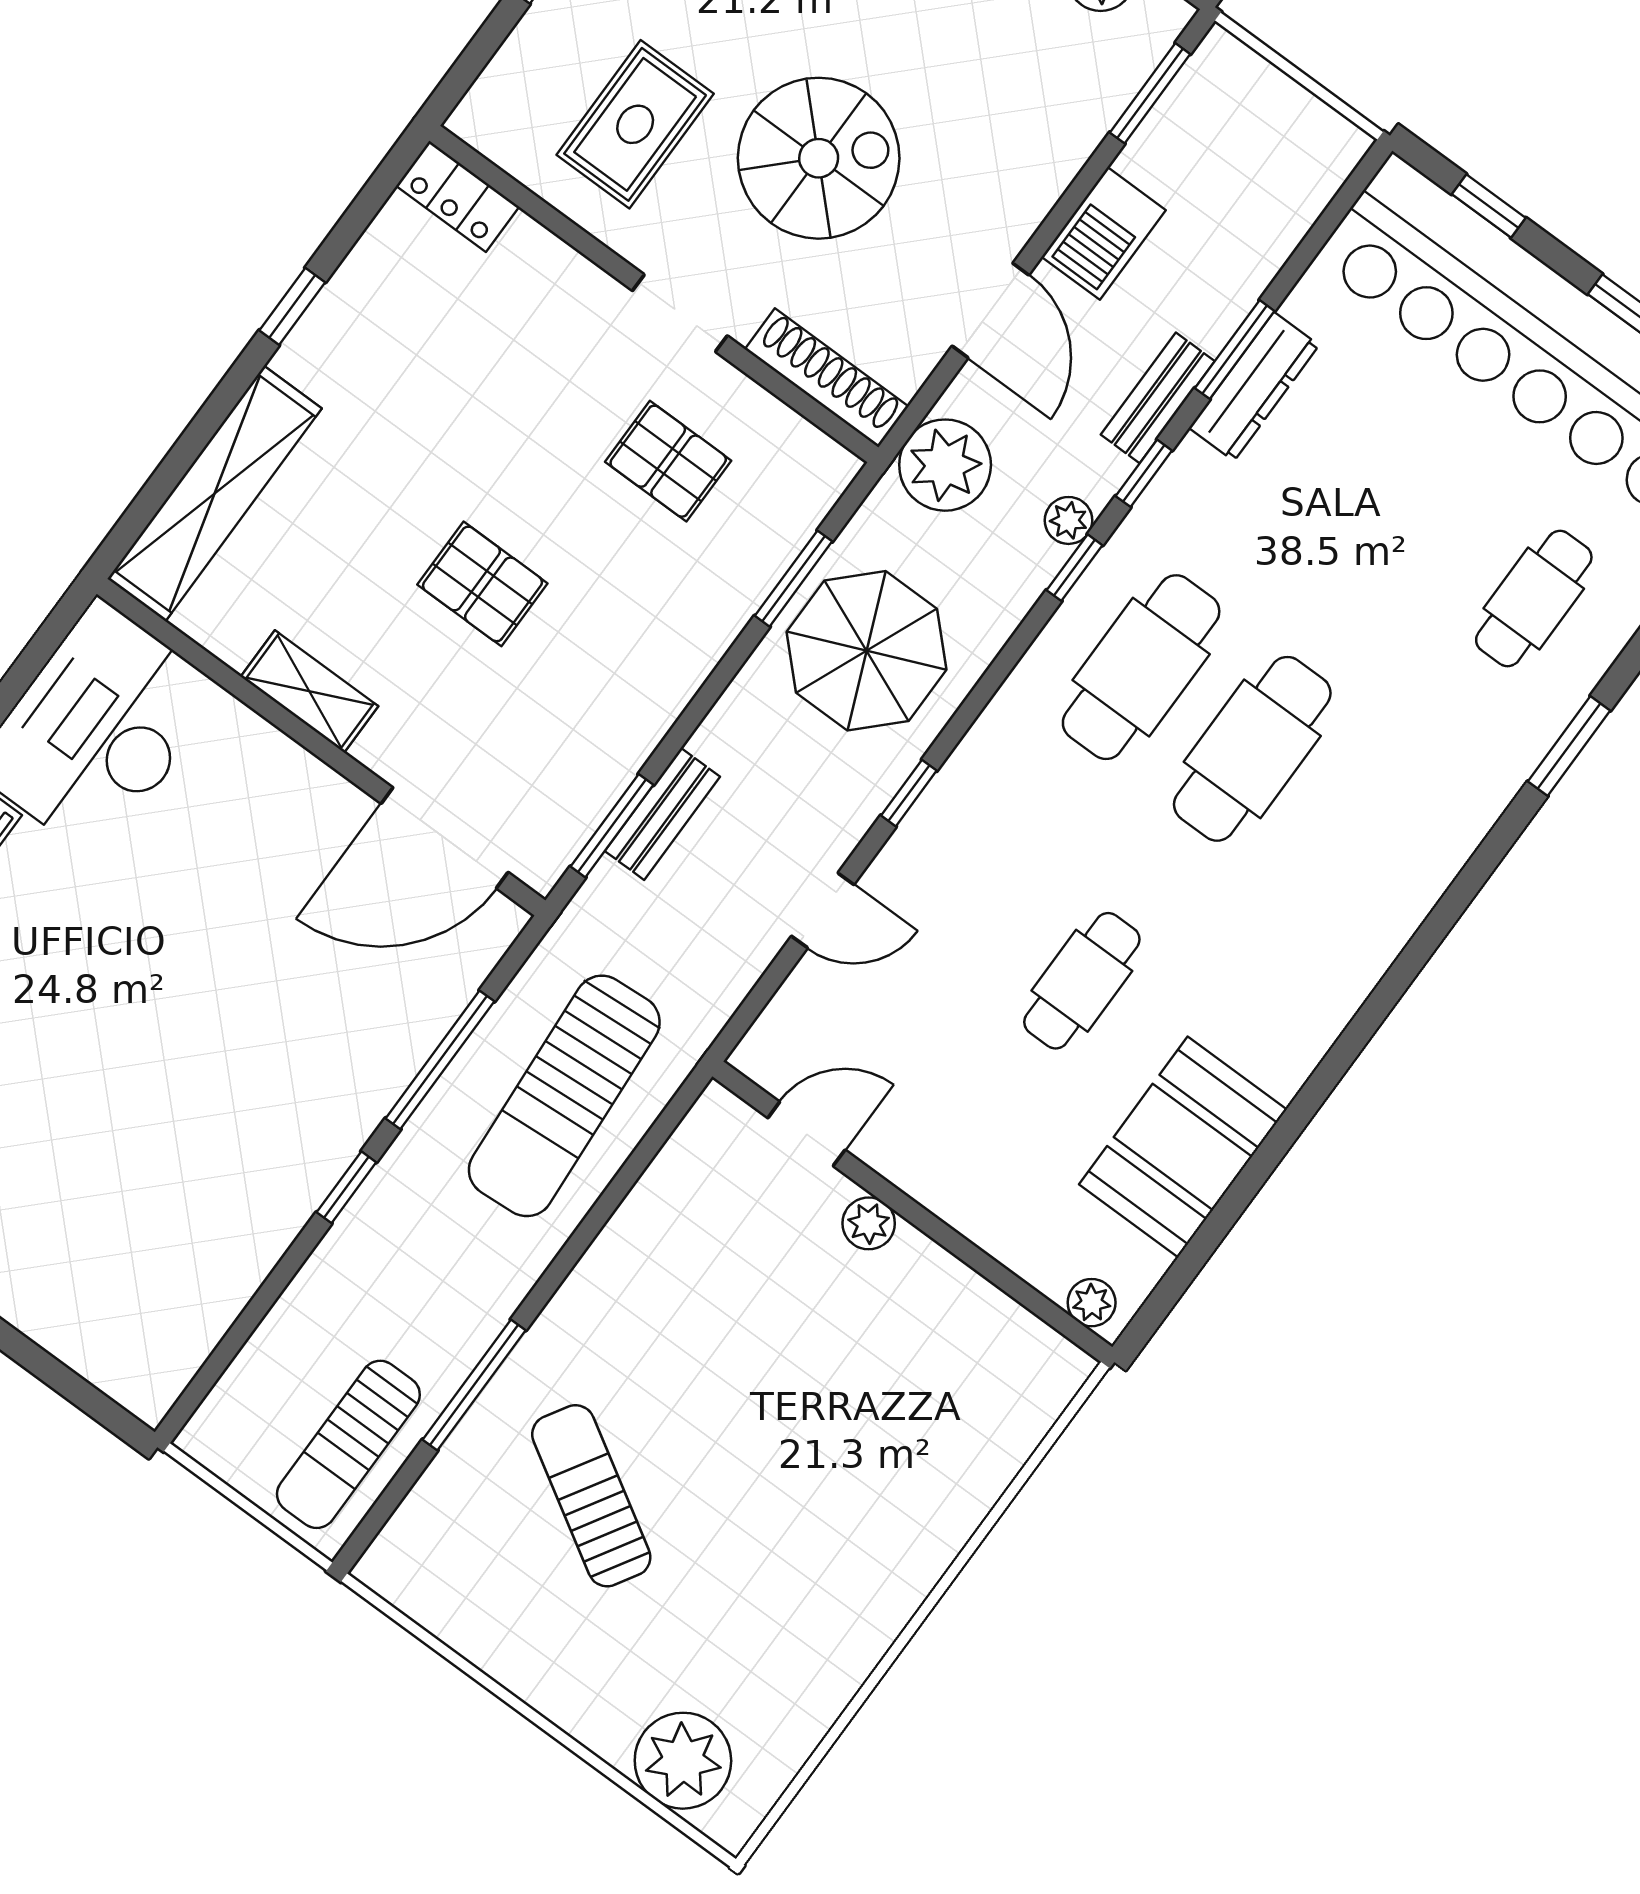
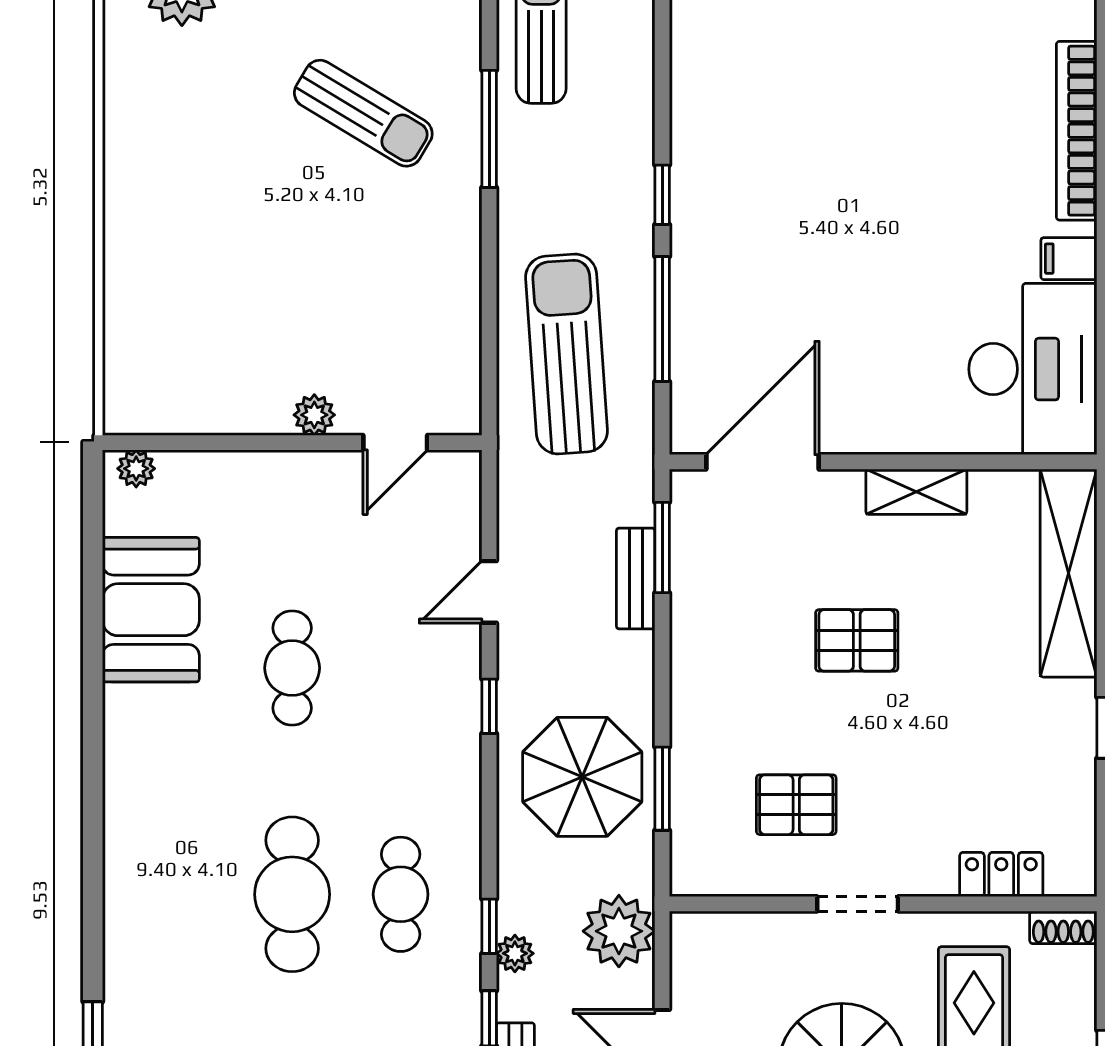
locker: (458, 196) -> (1001, 874), moved
shoe rack: (827, 378) -> (1063, 927), moved, width x0.51, depth x0.81
cafe table: (1141, 667) -> (401, 894), width x0.73, depth x0.74

